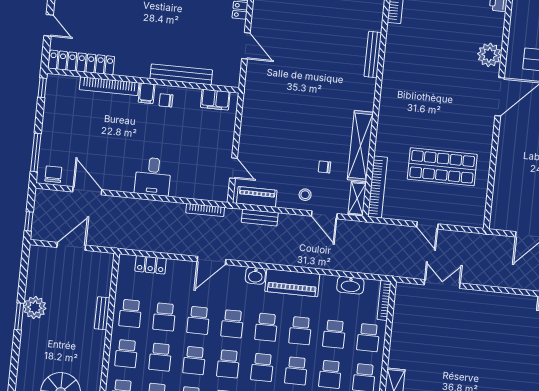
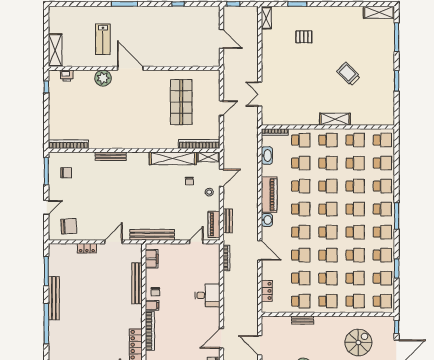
bench: (251, 104) -> (152, 235), added
pallet: (520, 358) -> (304, 37), added

